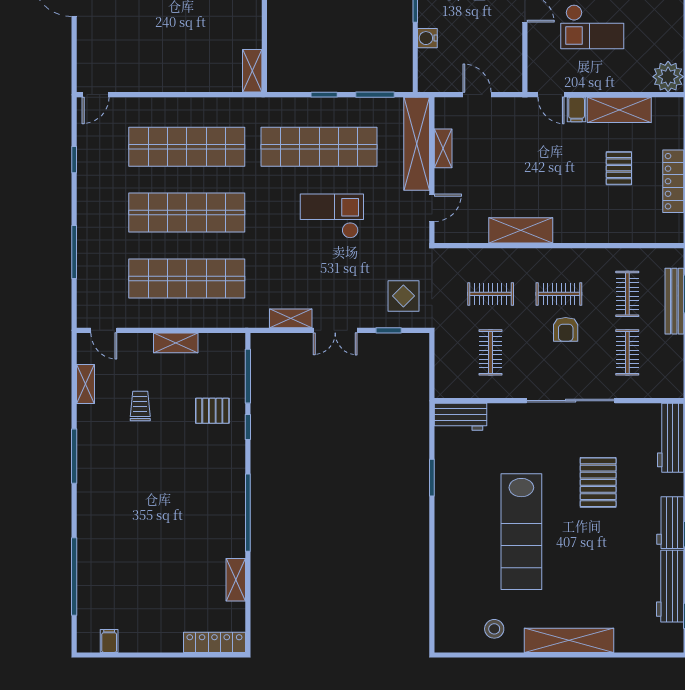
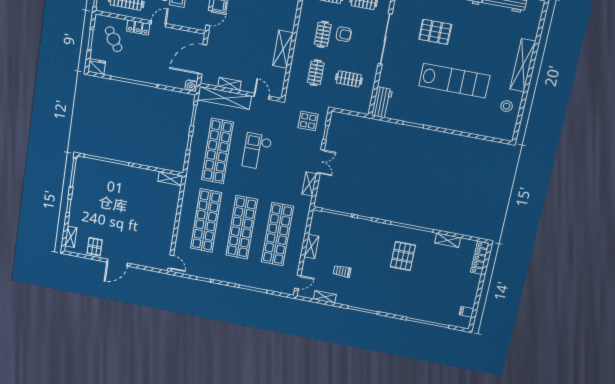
water cooler: (427, 38) -> (191, 86), moved
door: (477, 95) -> (202, 59), width x1.88
pallet: (212, 411) -> (403, 256), moved, width x1.50, depth x1.42

